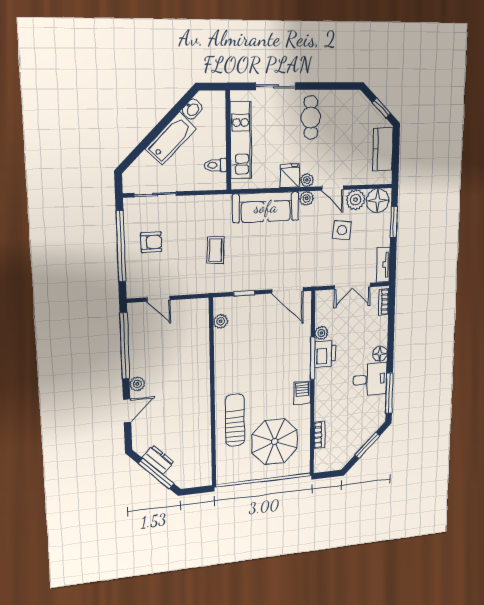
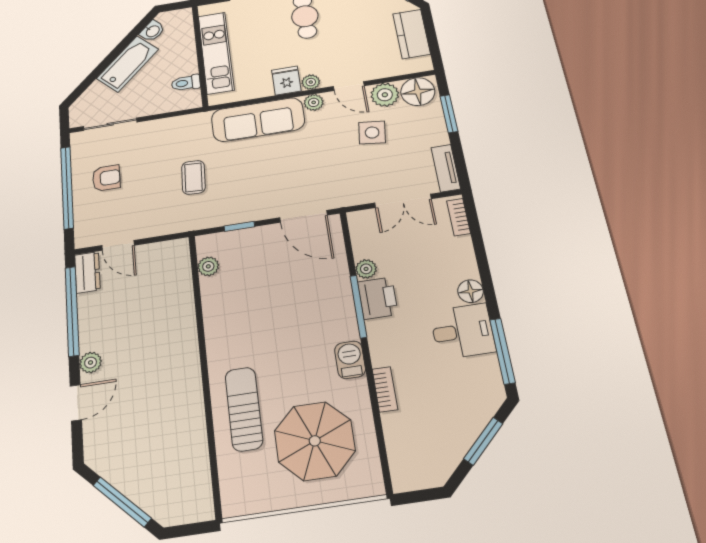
bookcase: (319, 435) -> (385, 389), moved
dresser: (158, 460) -> (87, 272), moved, turned 45

